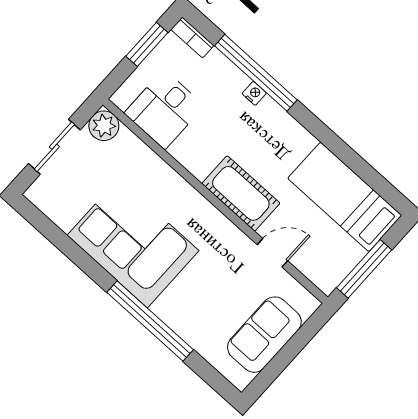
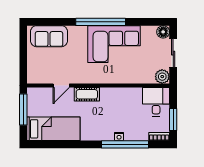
desk: (164, 109) -> (156, 102), moved
floor lamp: (40, 193) -> (163, 32), added
cot: (241, 193) -> (87, 94), width x0.73, depth x0.75
window: (150, 321) -> (101, 22), moved
sofa: (264, 335) -> (49, 36), moved, turned 90

